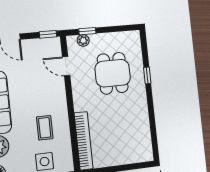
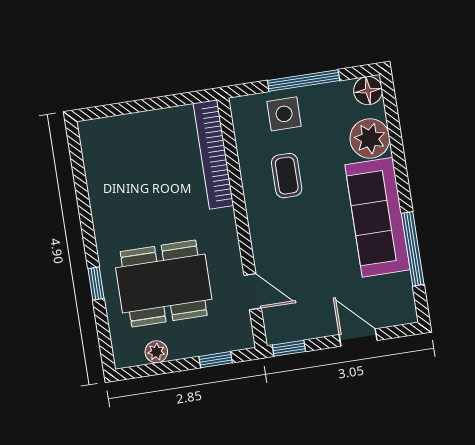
plant: (83, 40) -> (156, 352), moved
dining table: (113, 73) -> (164, 284), width x1.38

